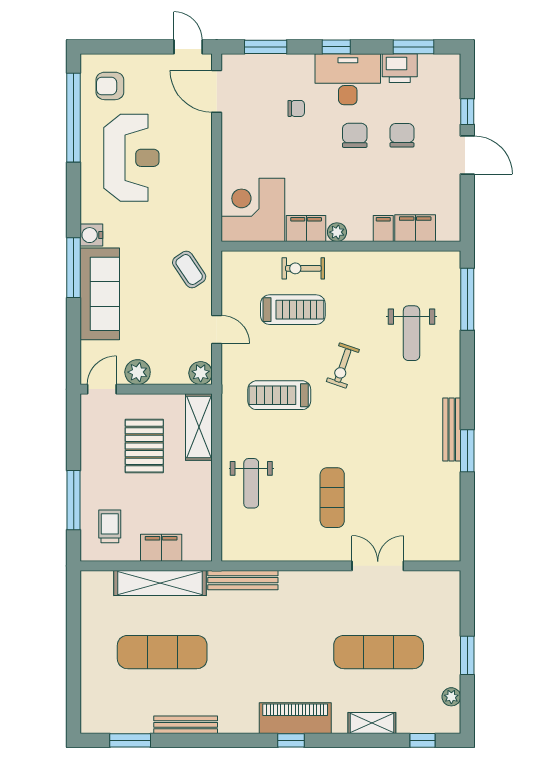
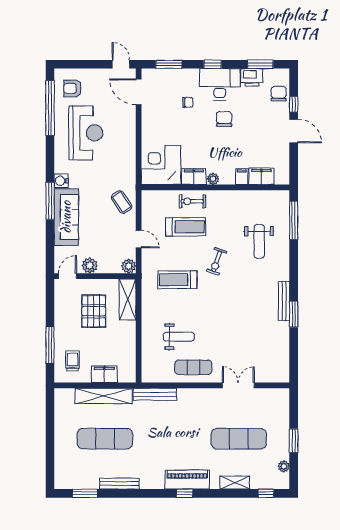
chair: (402, 135) -> (279, 94), moved
weight bench: (251, 483) -> (179, 337), moved, turned -90
exercise mat: (332, 498) -> (193, 367), moved, turned 90

